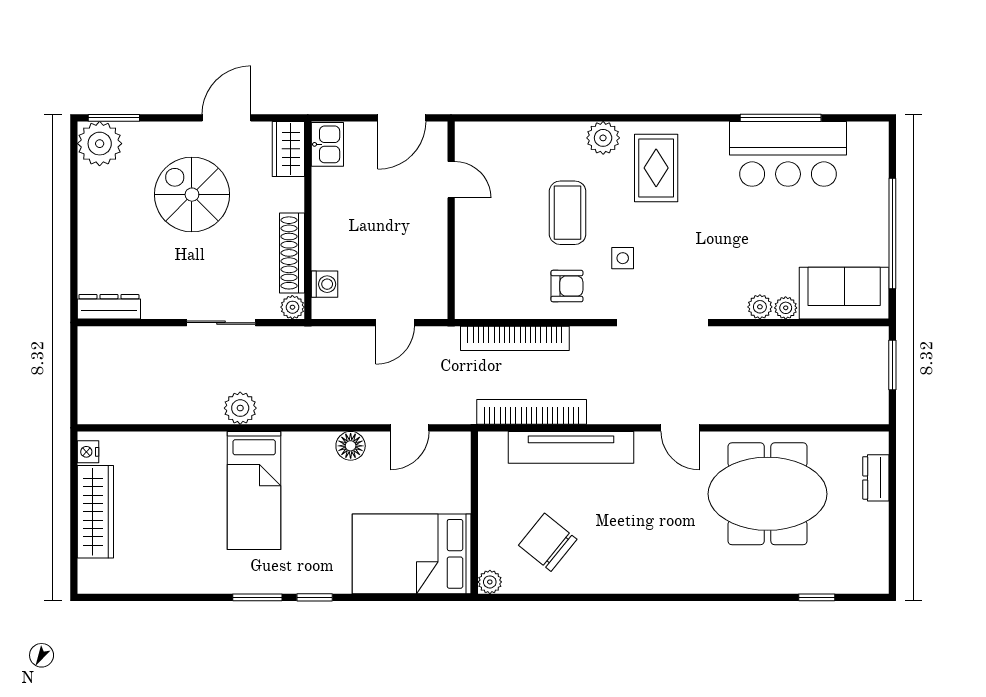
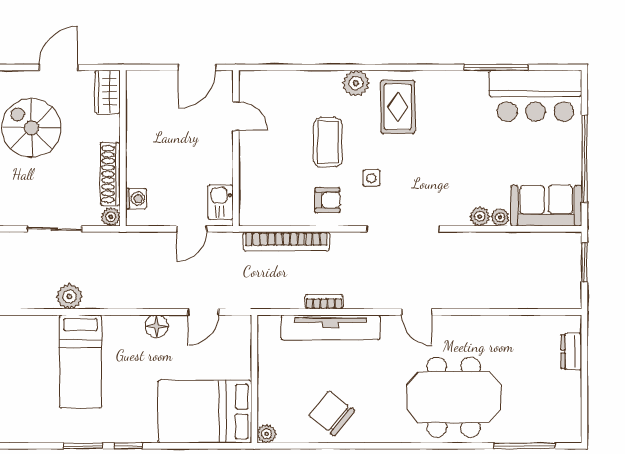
kitchen sink: (327, 144) -> (221, 202), moved, turned 180
bar counter: (788, 154) -> (536, 96), moved
bookcase: (532, 412) -> (324, 302), width x0.43, depth x0.76
meeting table: (768, 494) -> (454, 397), moved
chair: (548, 542) -> (332, 413), moved
window: (817, 597) -> (525, 446), width x2.17

